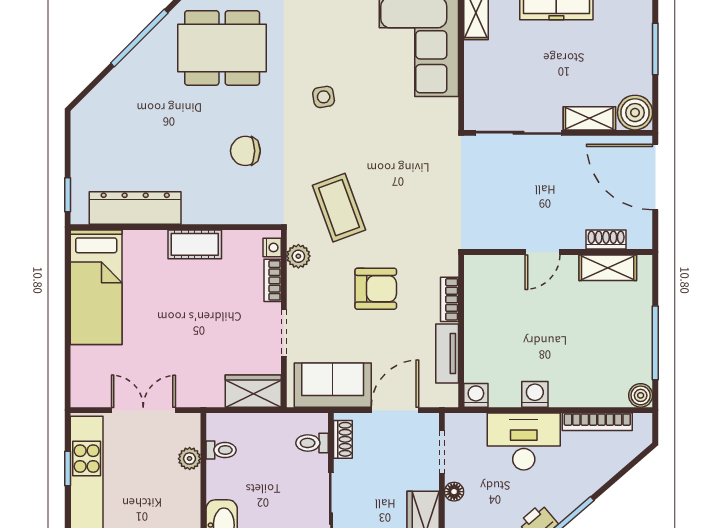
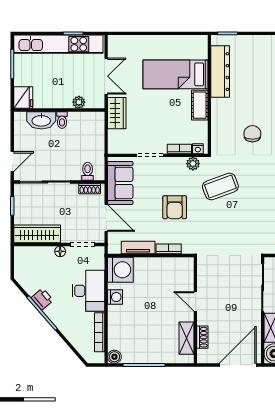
bed: (96, 287) -> (175, 74), moved
wardrobe: (253, 391) -> (117, 113), moved
washing machine: (476, 395) -> (120, 270), width x1.89, depth x1.89
toilet: (221, 450) -> (62, 120), moved

